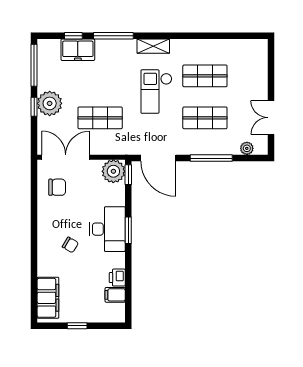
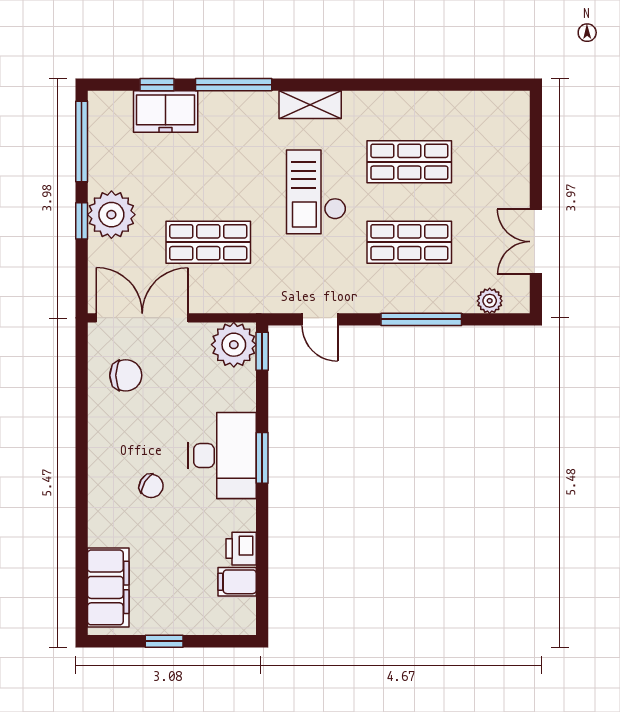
door: (158, 158) -> (320, 319), width x0.53

